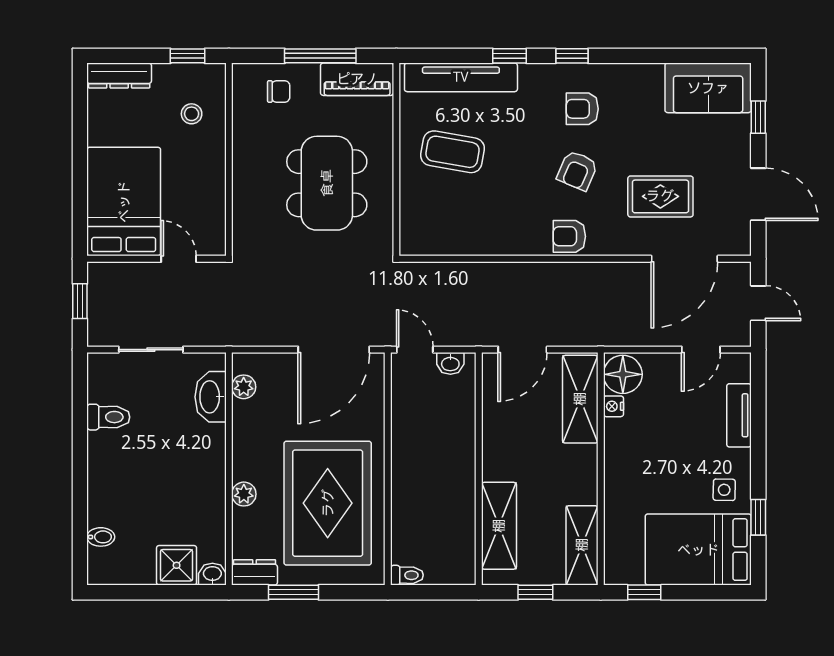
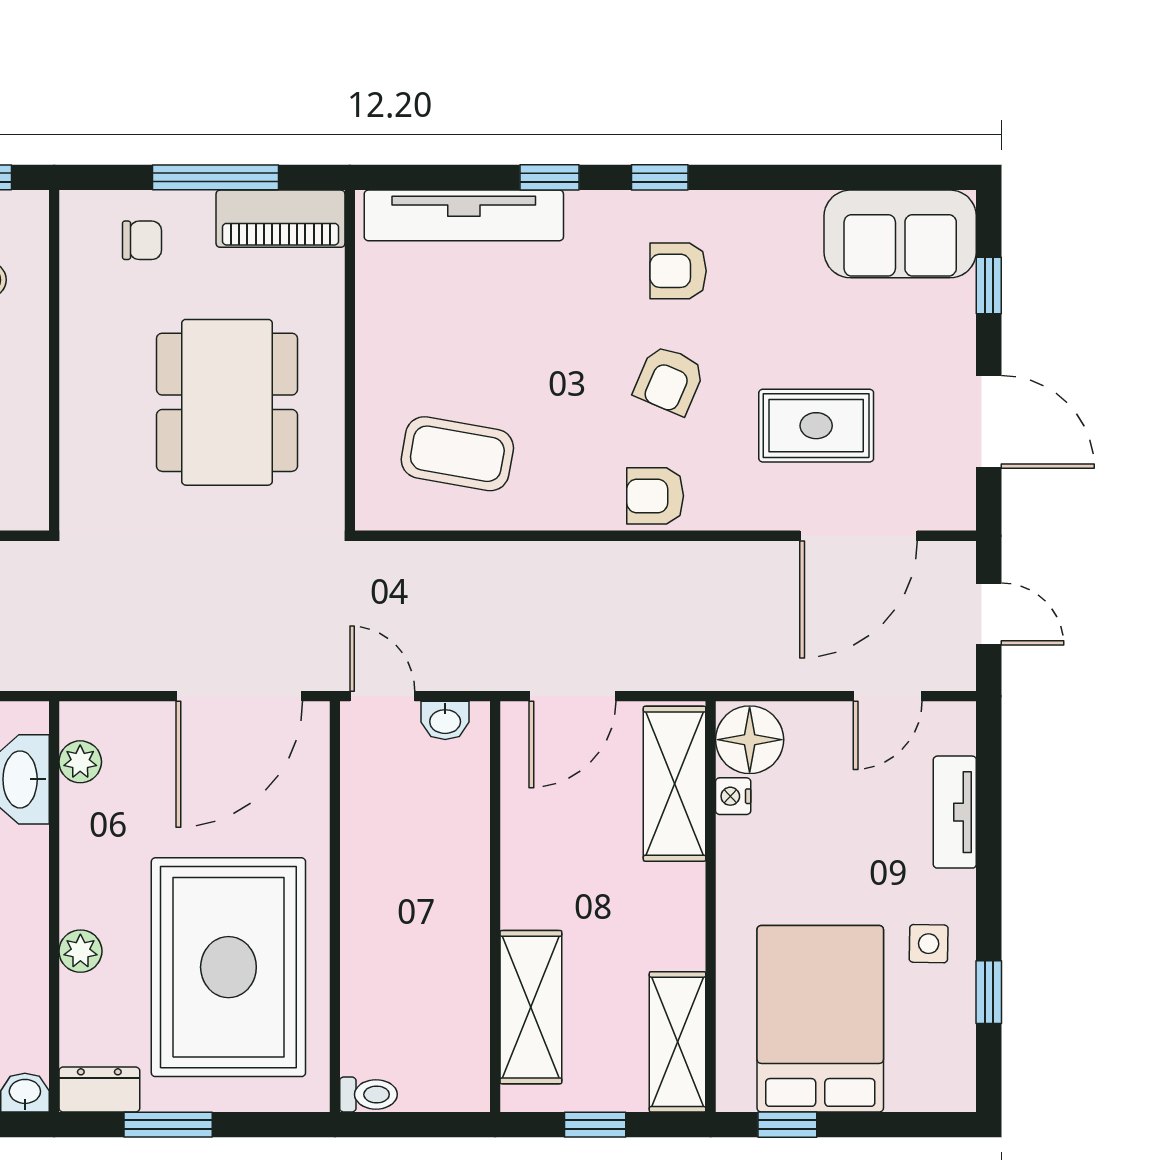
coffee table: (453, 152) -> (457, 454), moved
bed: (698, 550) -> (820, 1019), moved, turned 90

